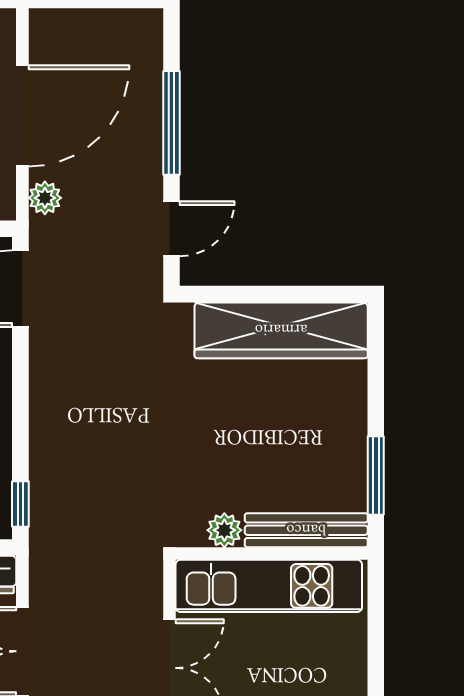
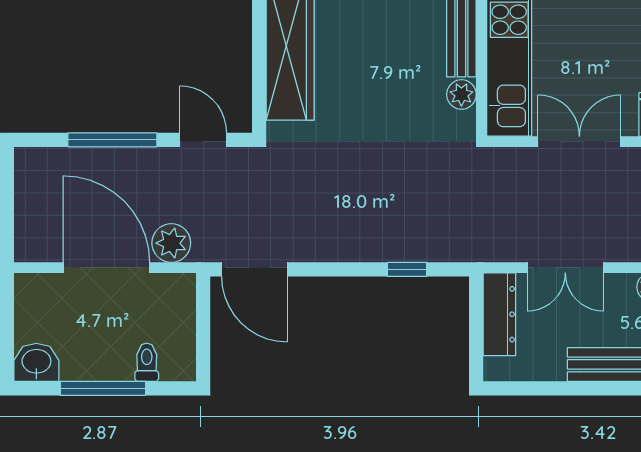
plant: (45, 198) -> (171, 243), width x1.38, depth x1.38
window: (20, 504) -> (407, 269), moved

